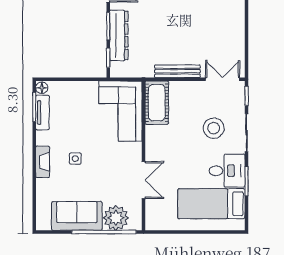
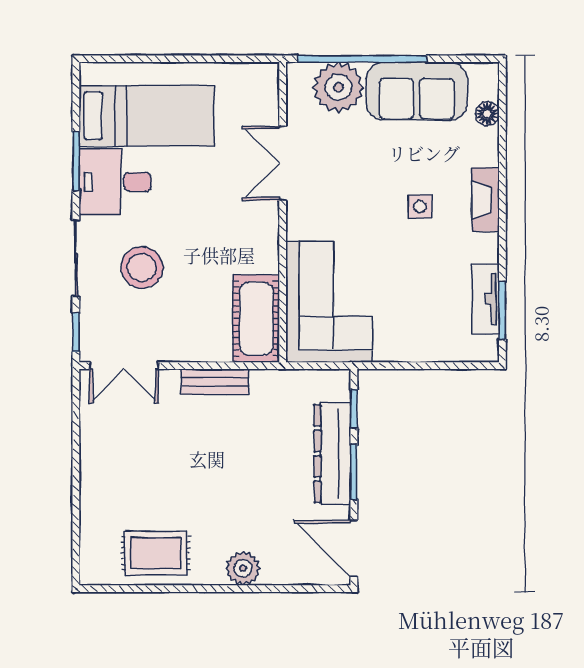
bench: (177, 71) -> (215, 382), width x0.73
floor lamp: (42, 88) -> (487, 114), moved

